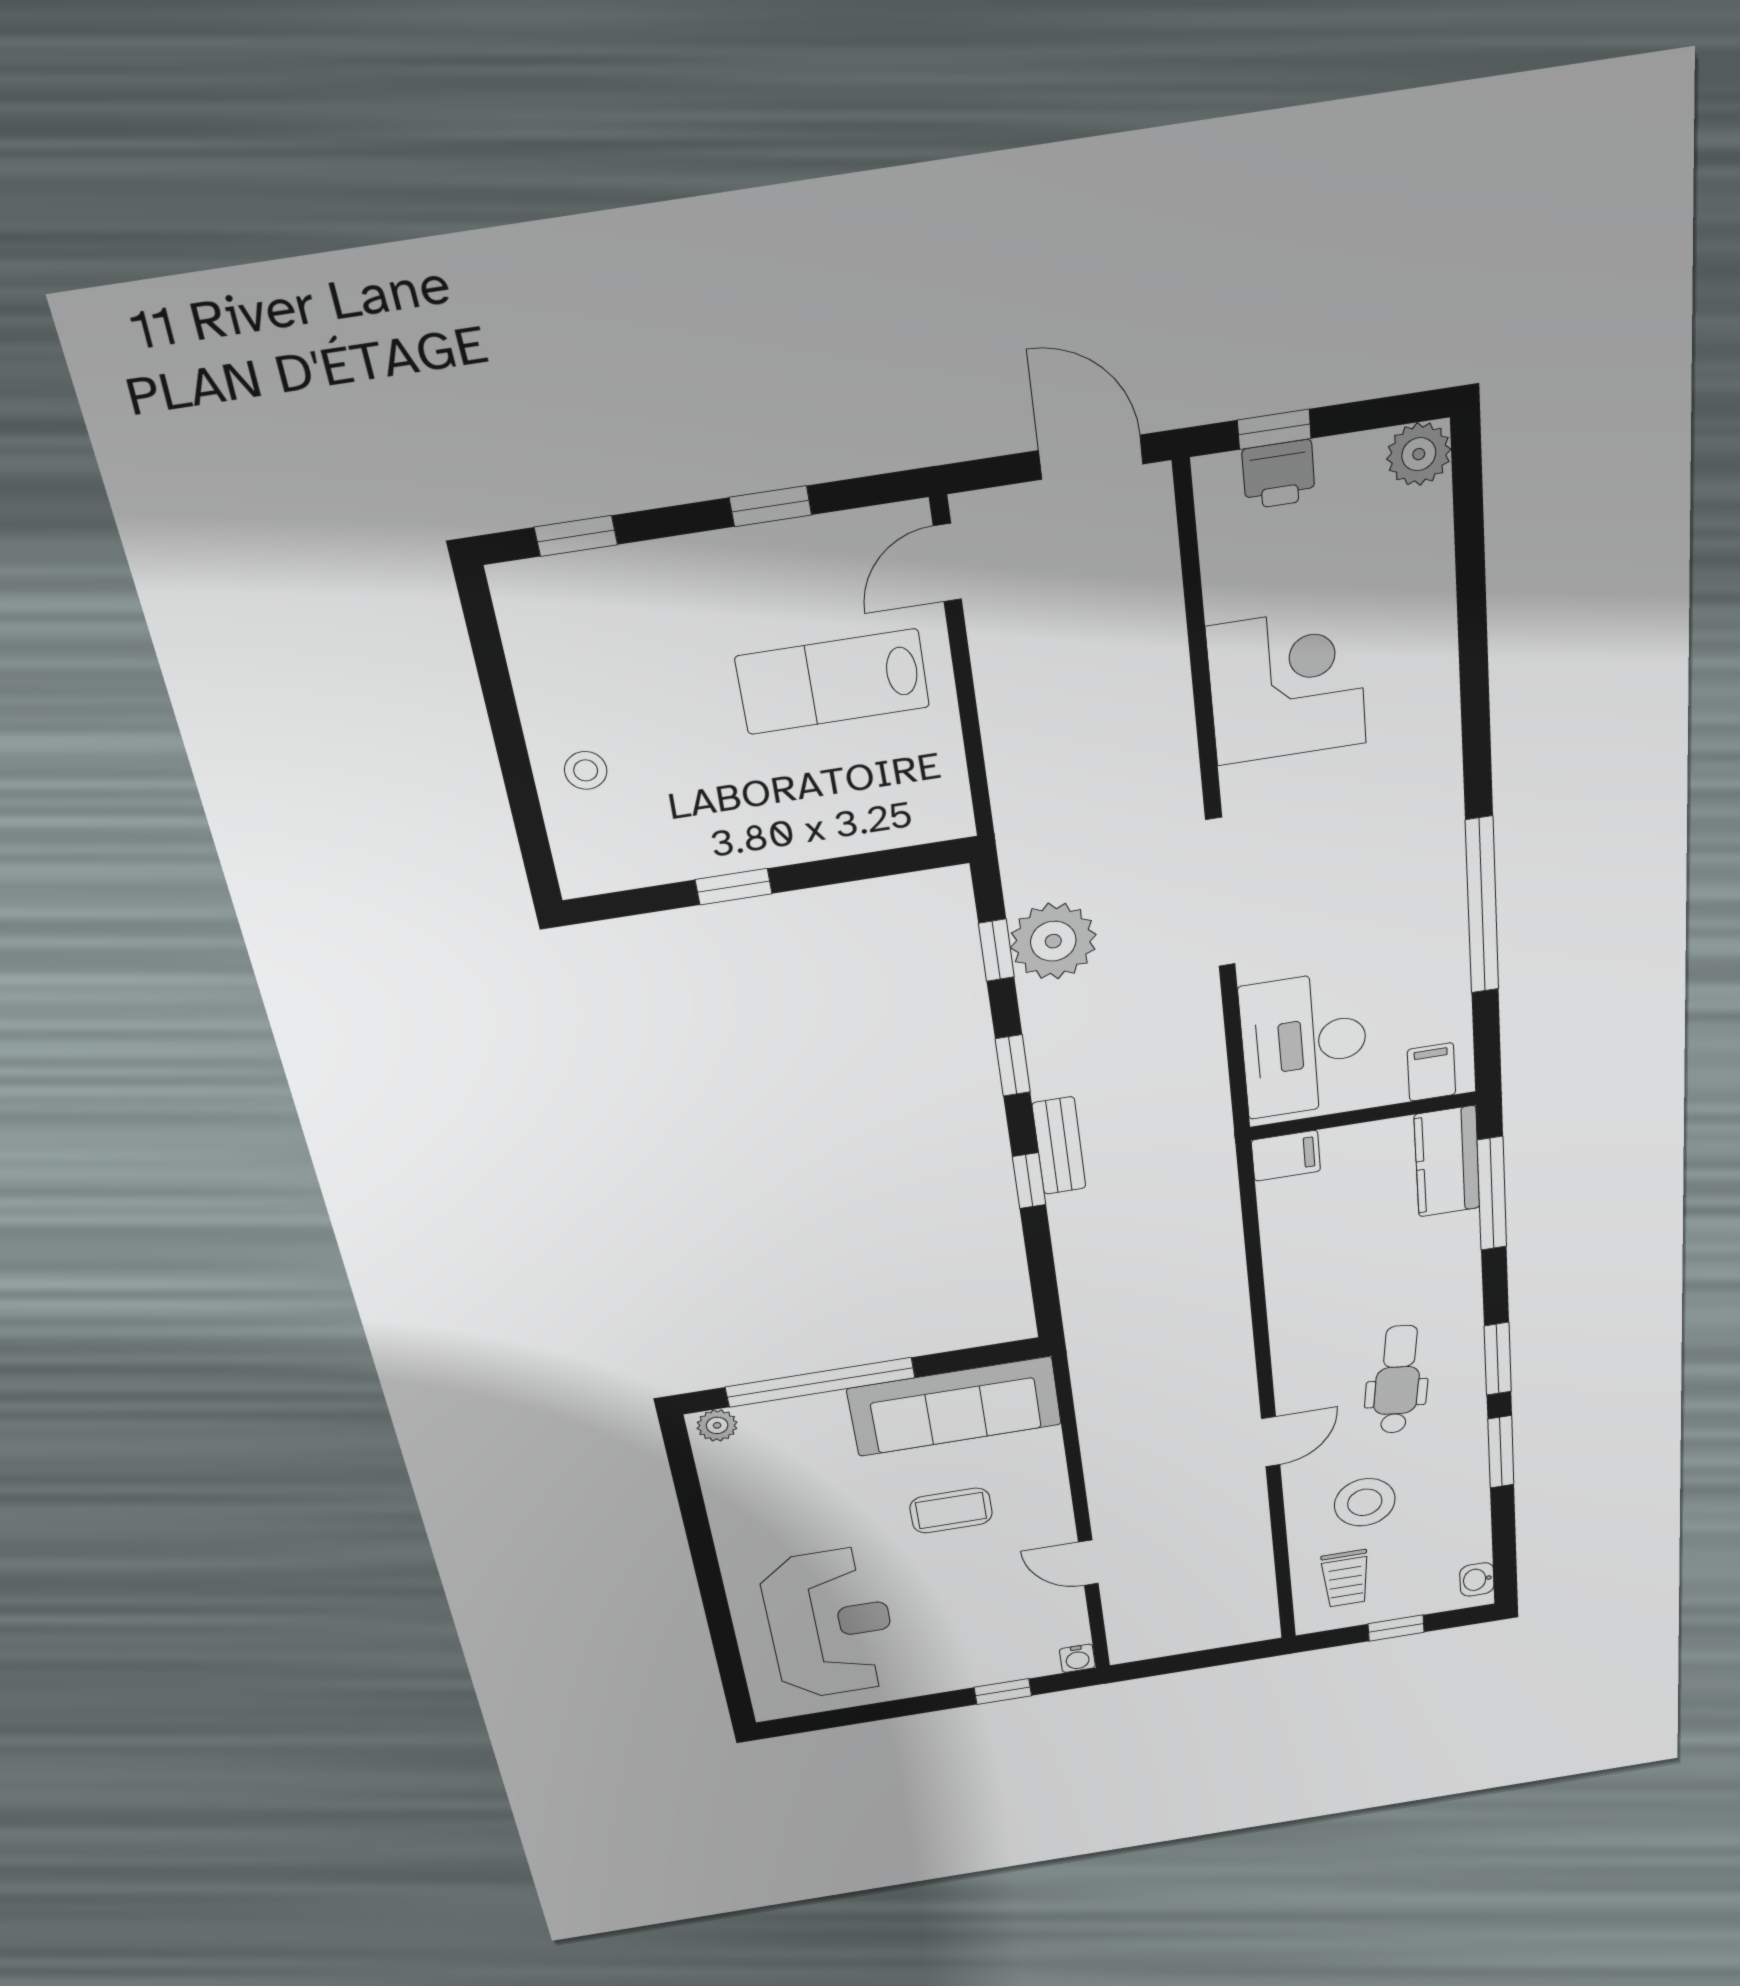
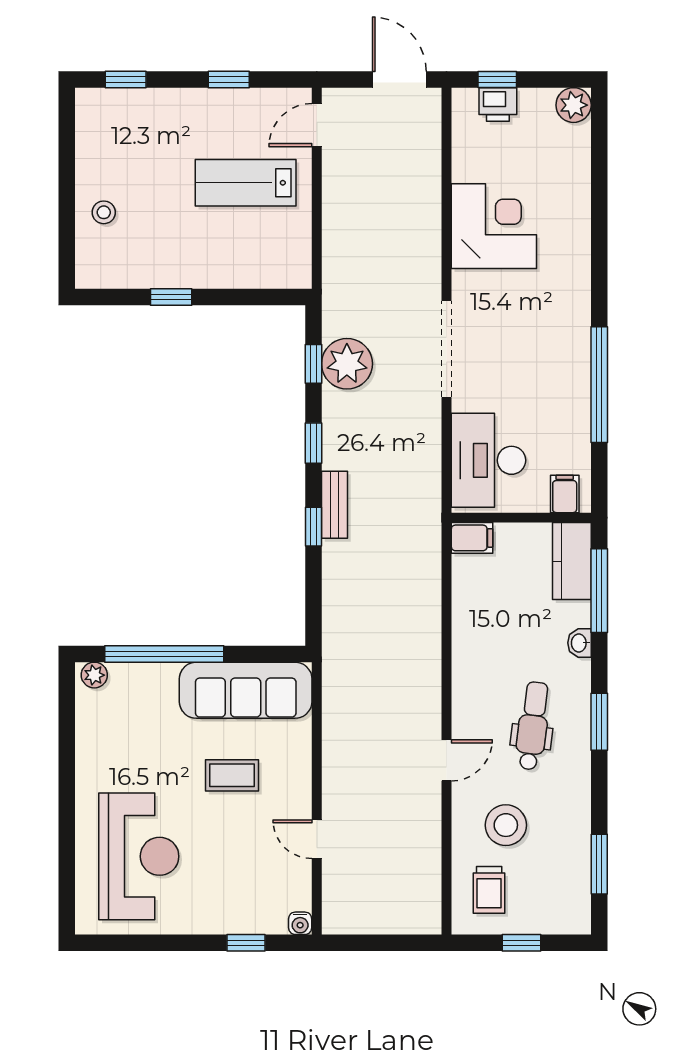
window: (1501, 1452) -> (599, 864), moved
washbasin: (1477, 1579) -> (579, 643), moved

